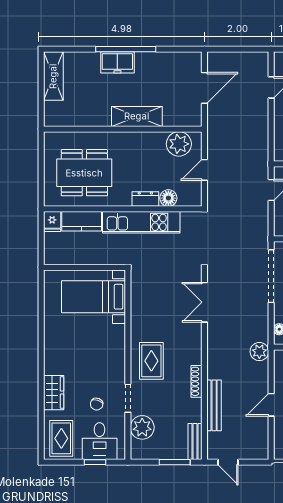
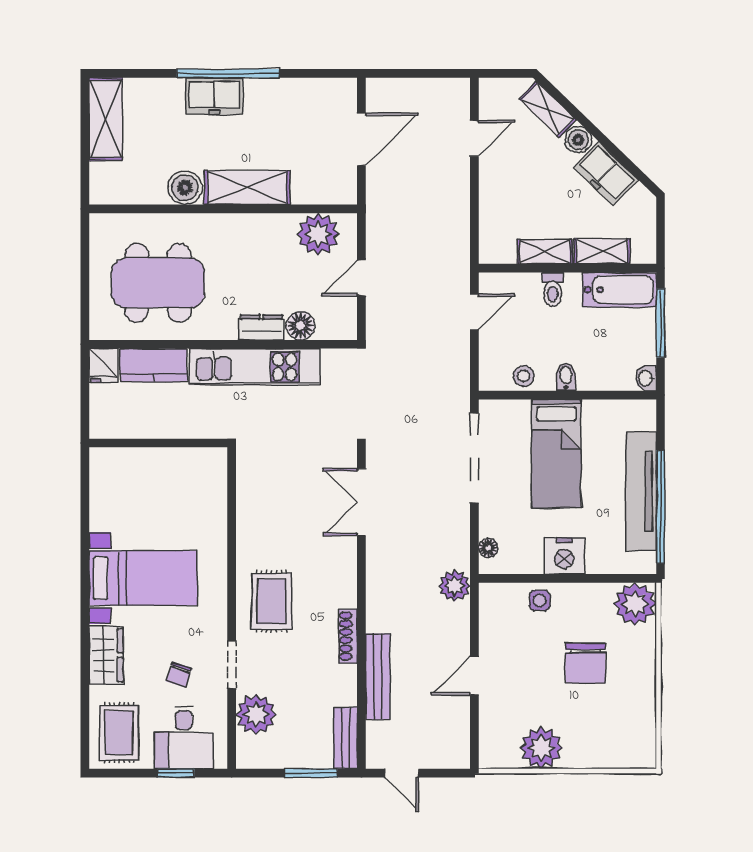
boiler: (100, 116) -> (185, 188), added
bed with nightstands: (93, 297) -> (143, 578), moved, turned 180

